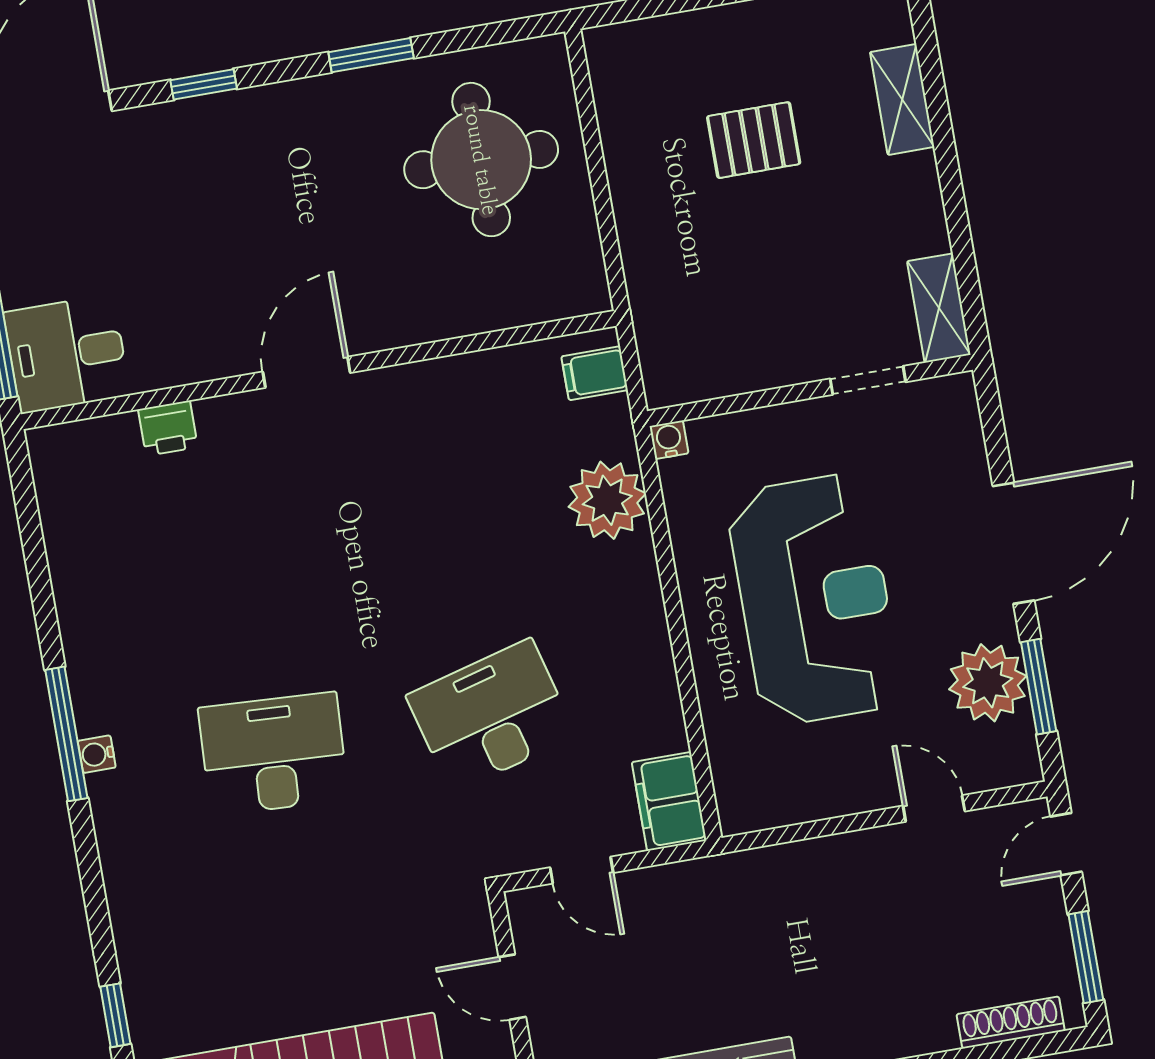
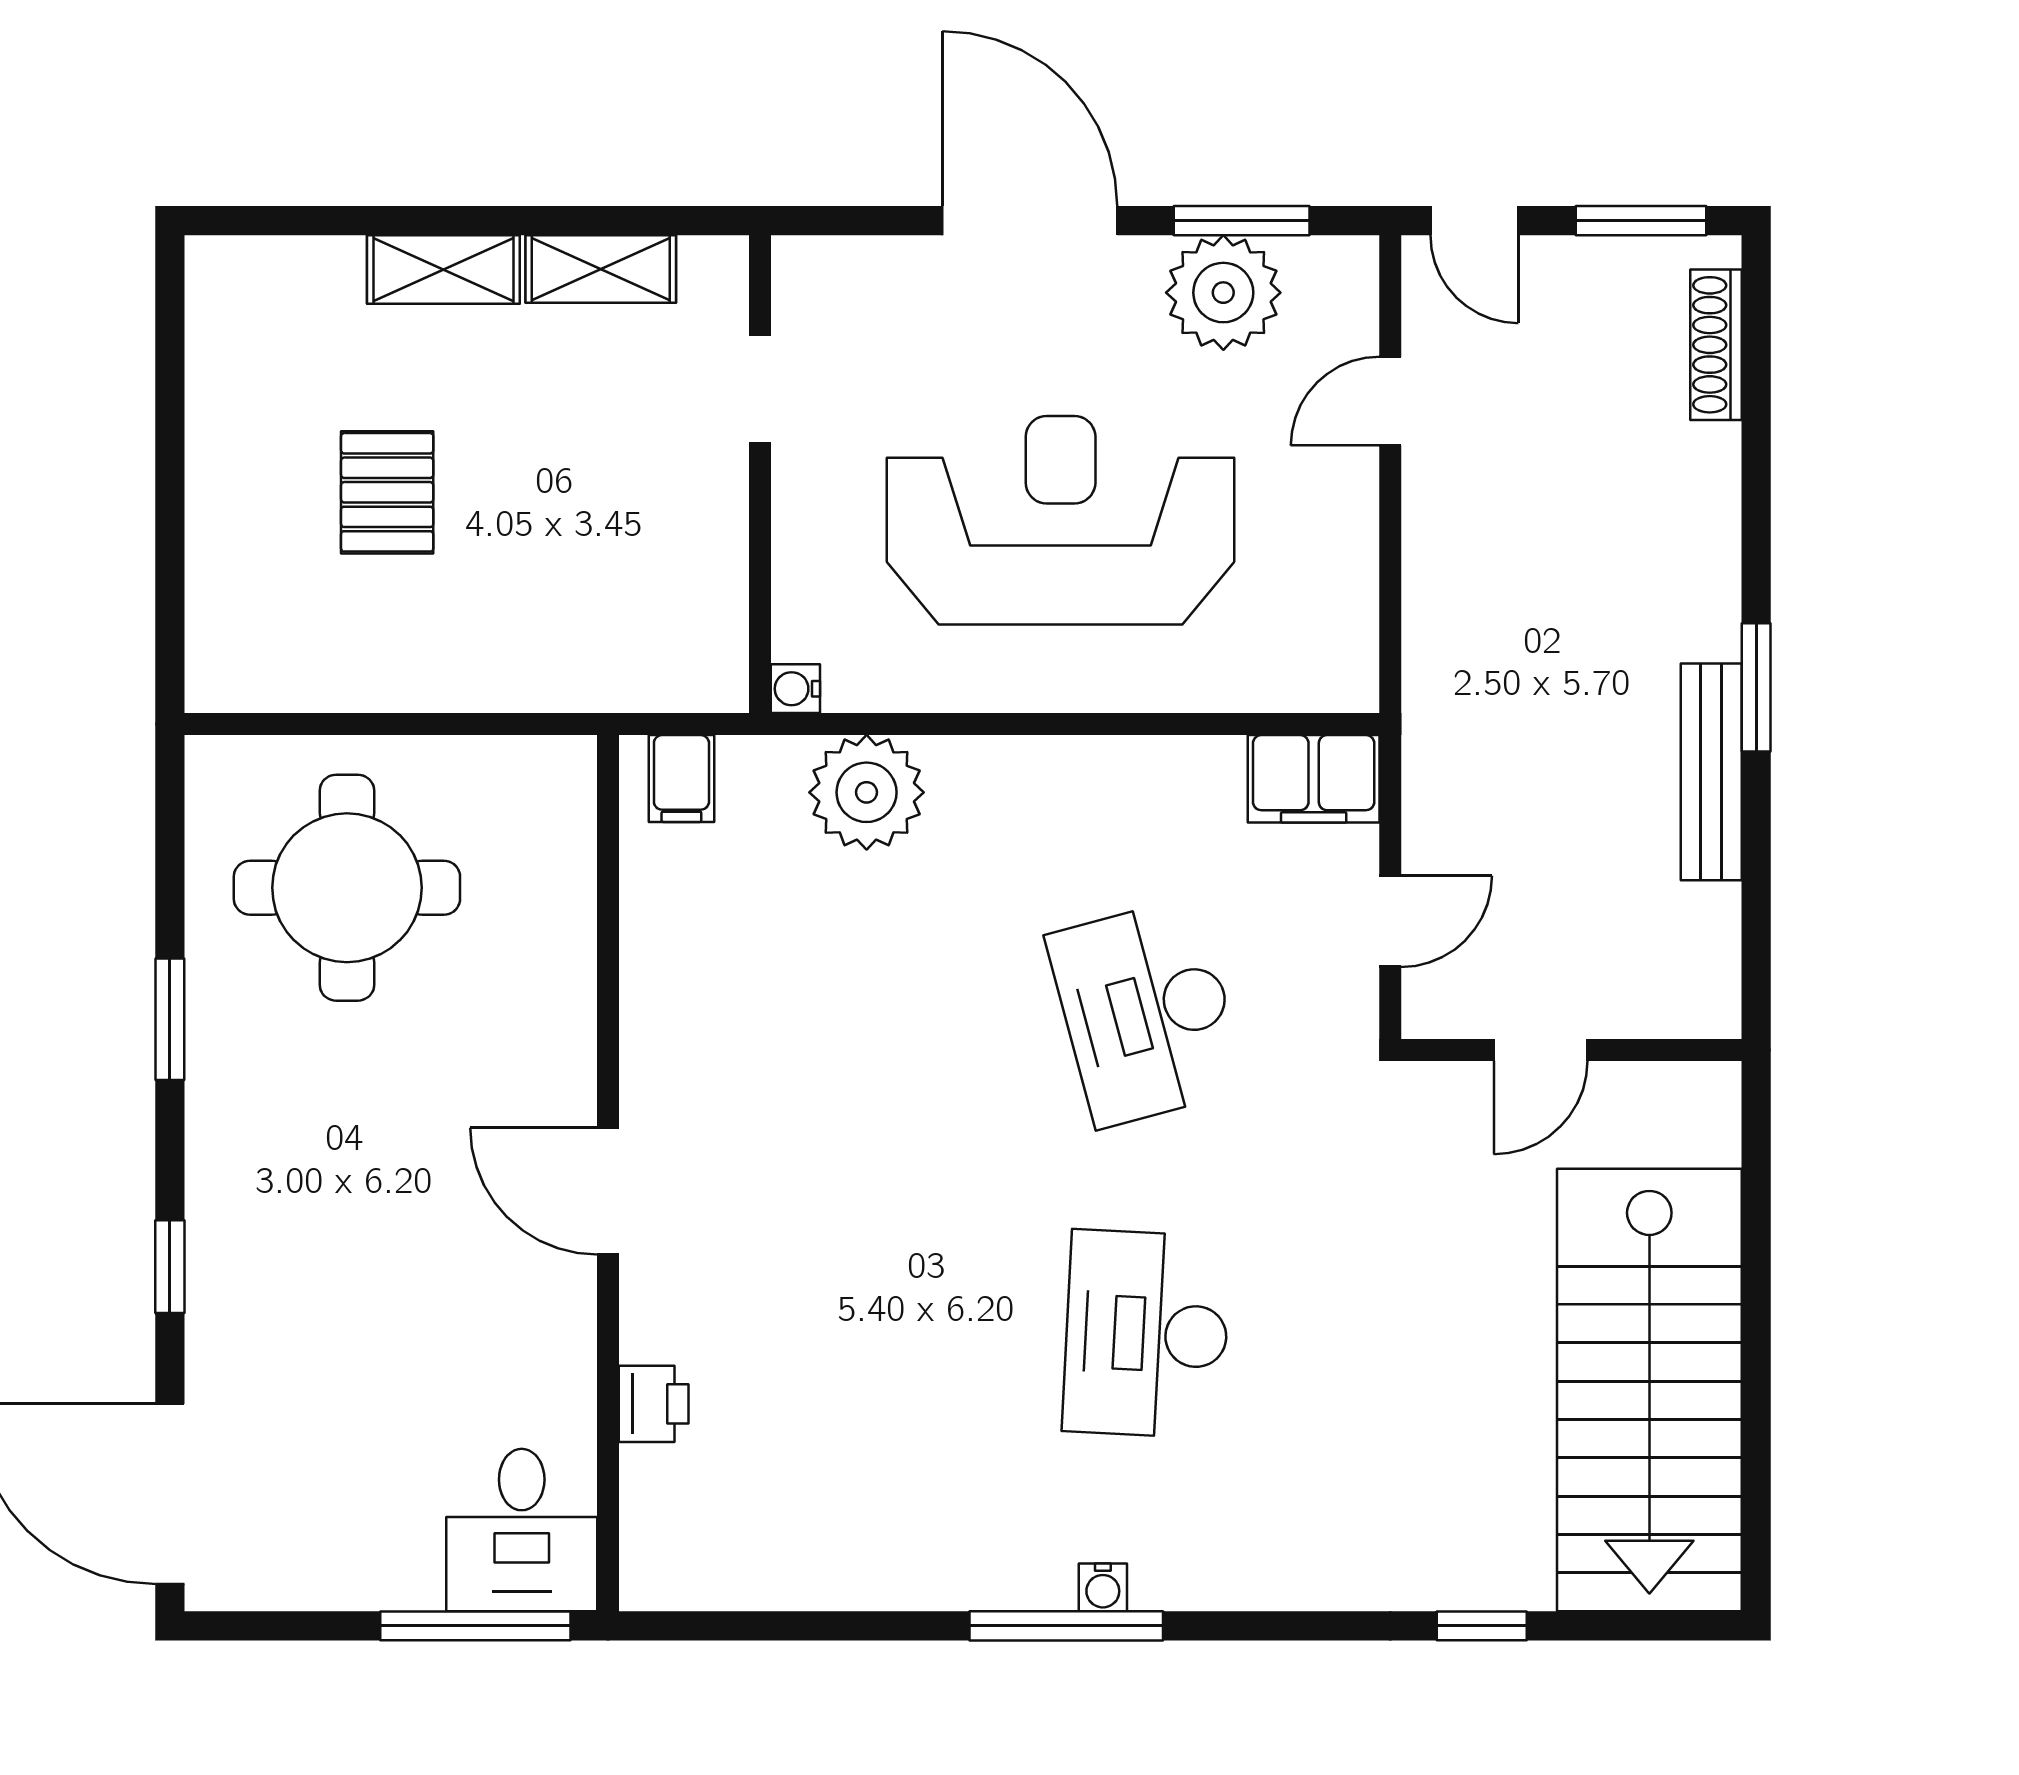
shelving: (902, 100) -> (443, 269), moved
shelving: (939, 308) -> (601, 269), moved

